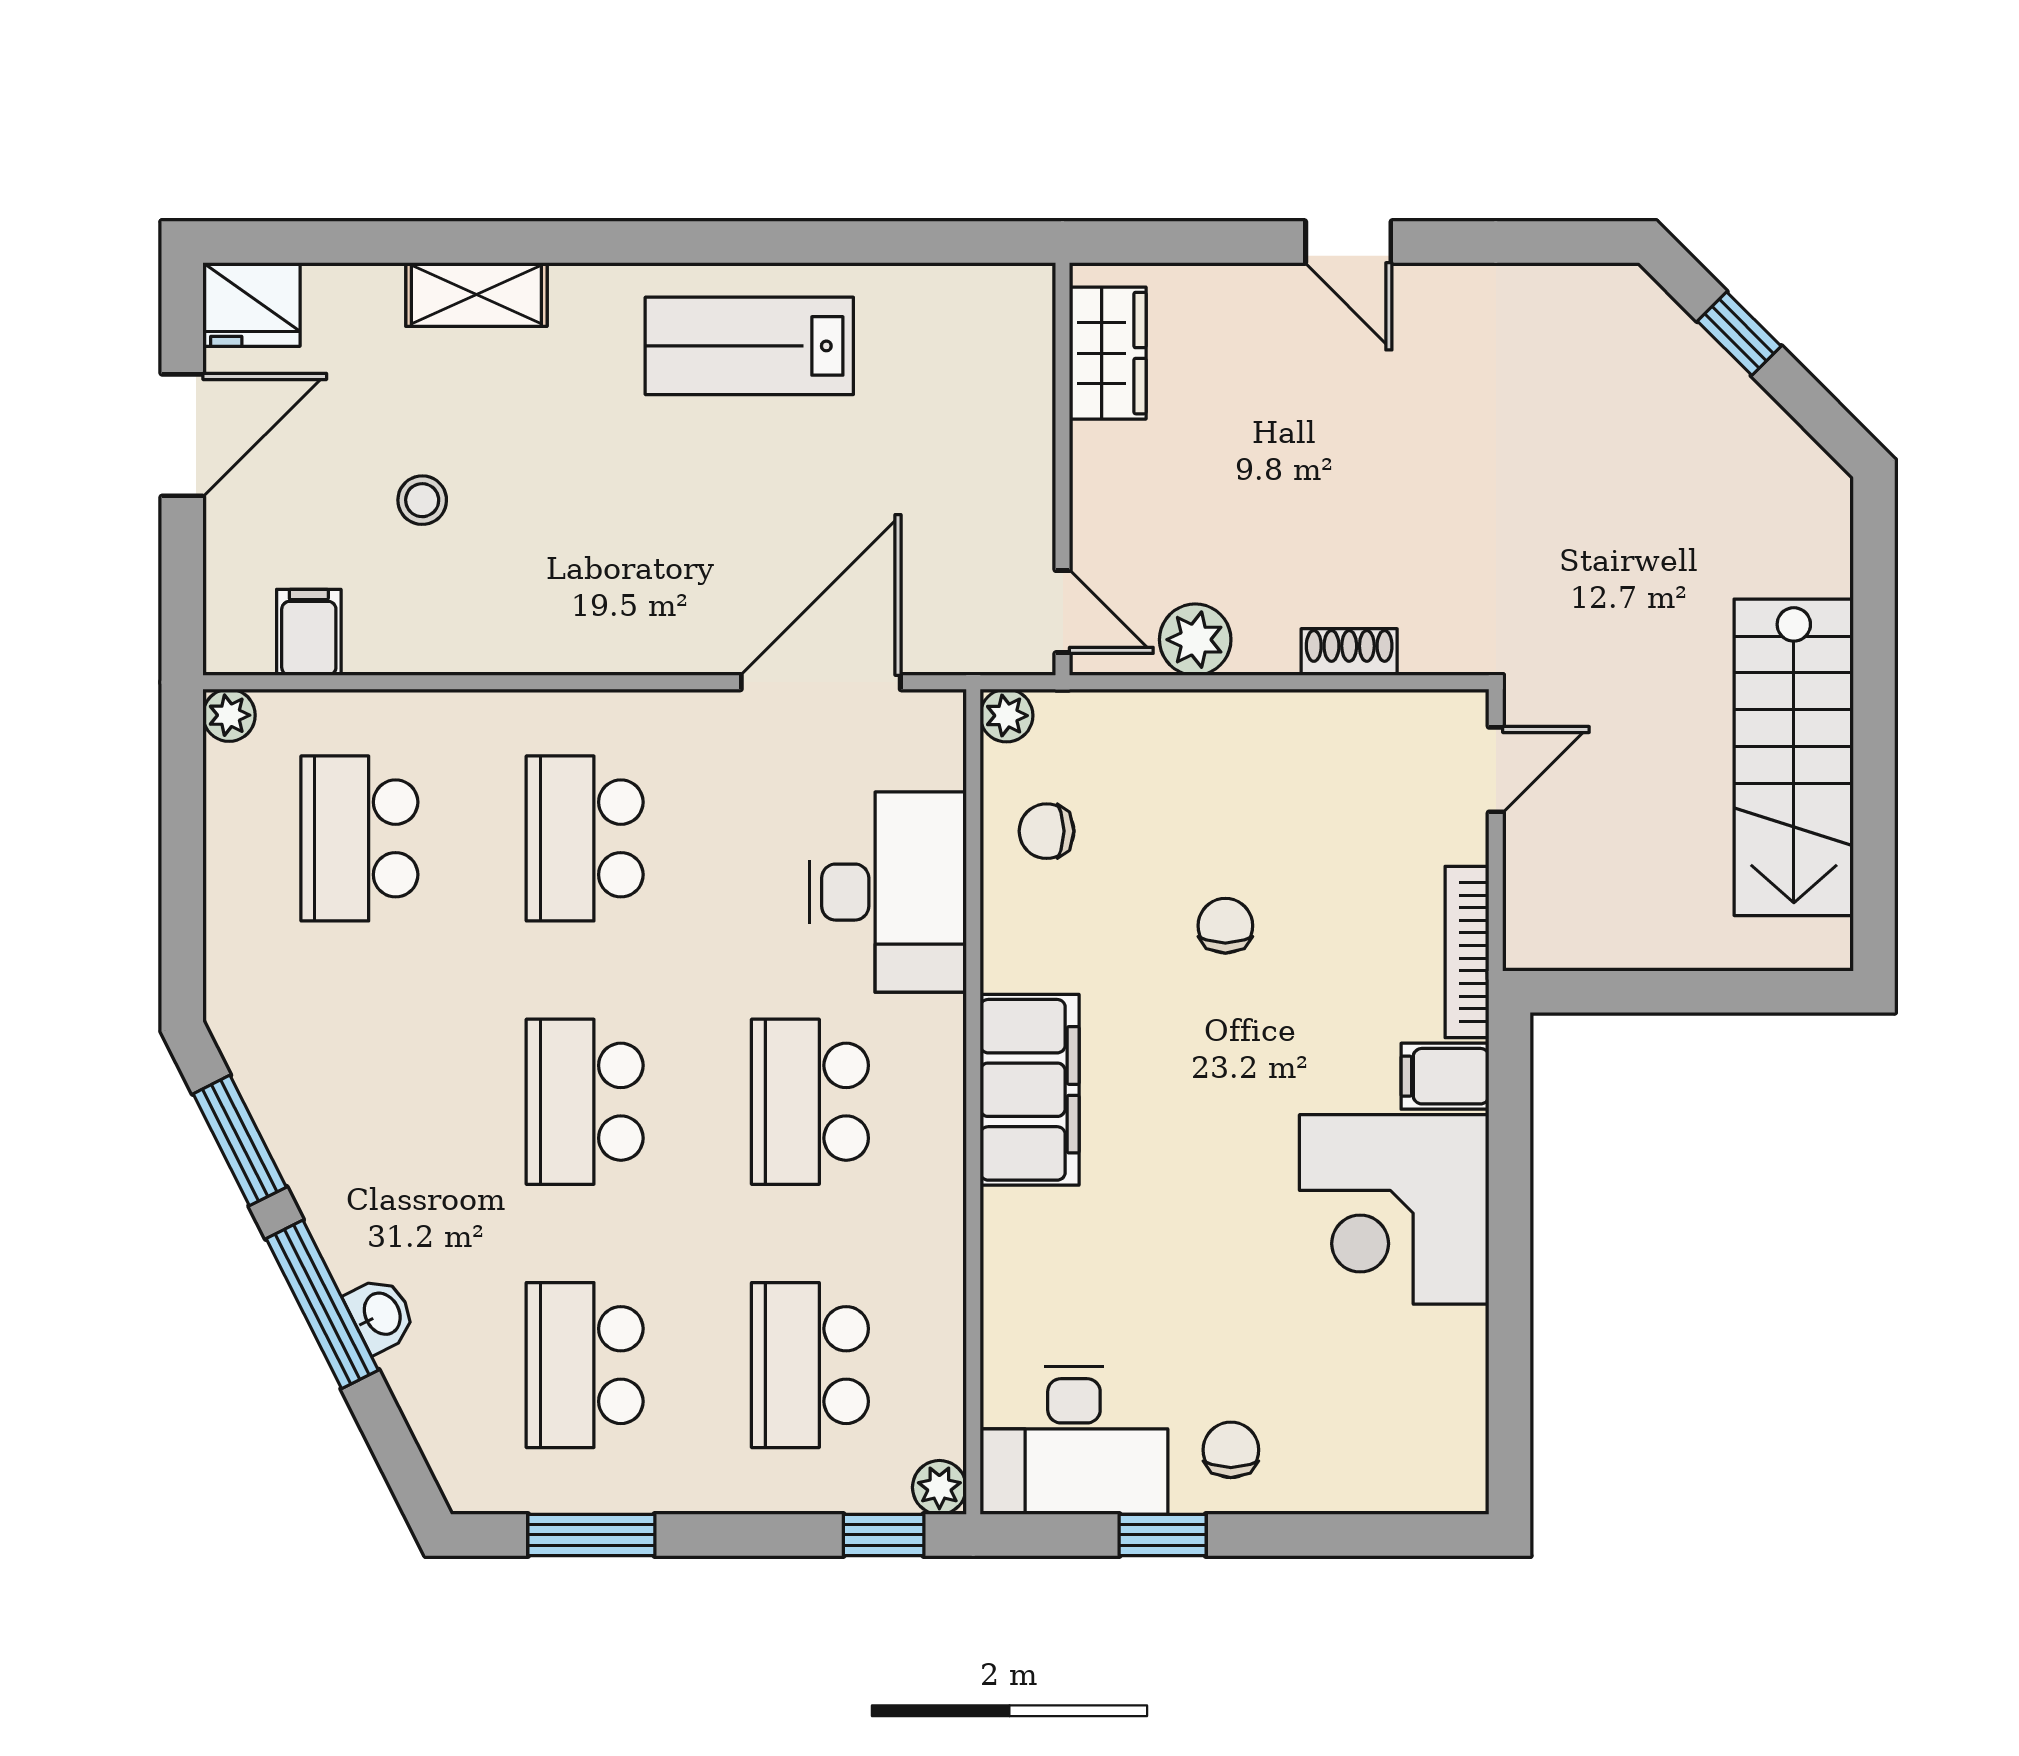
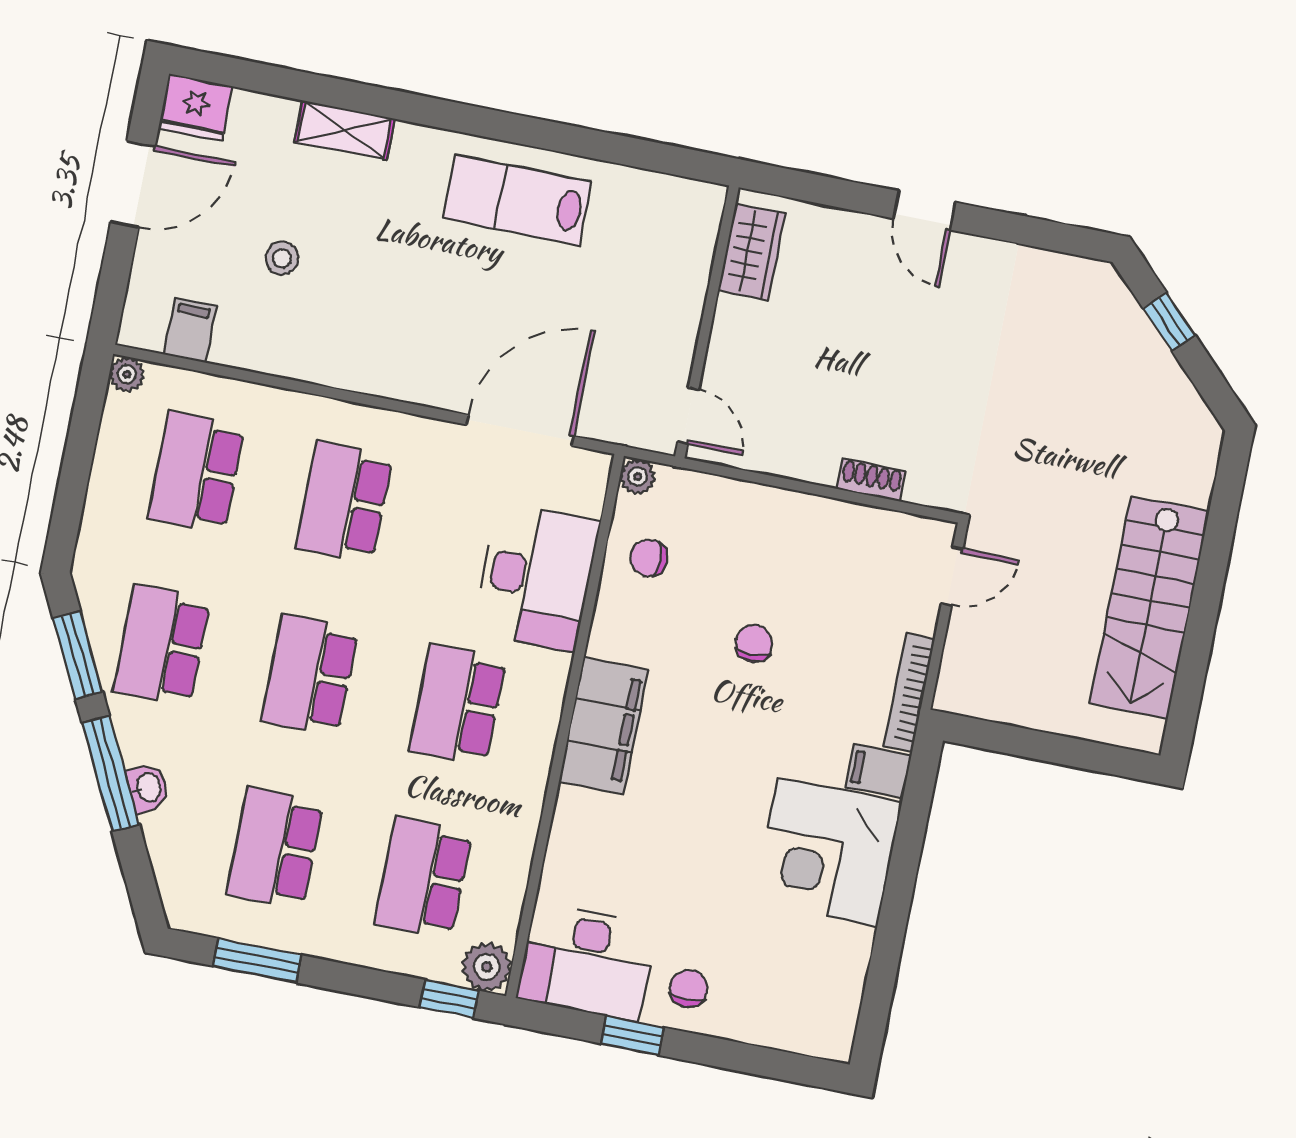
plant: (1195, 640) -> (772, 451), removed
school desk: (359, 1102) -> (162, 645), added
plant: (939, 1487) -> (487, 967), width x1.38, depth x1.38

